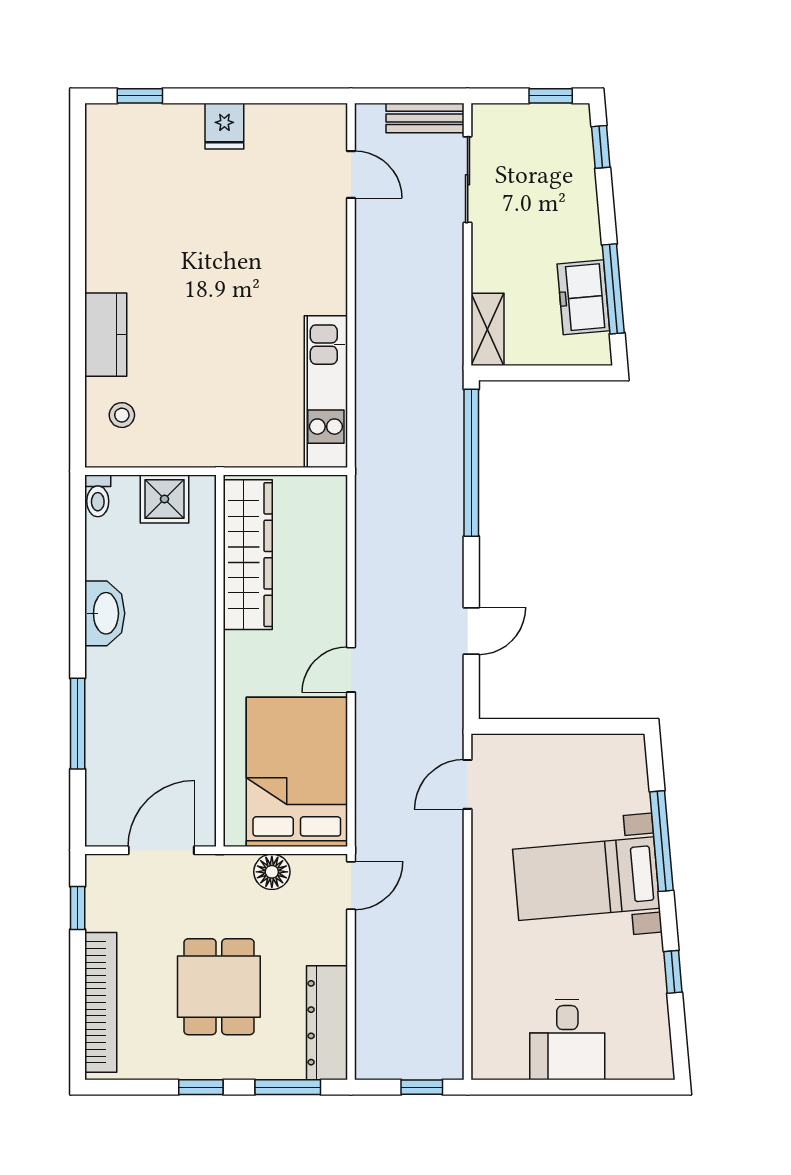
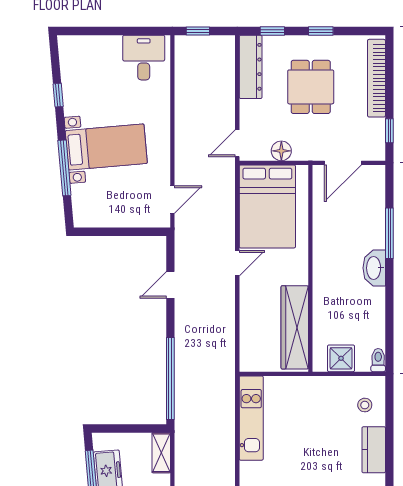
washbasin: (105, 613) -> (374, 268), moved
desk: (567, 1039) -> (144, 58), moved
window: (288, 1087) -> (272, 31), width x0.67

